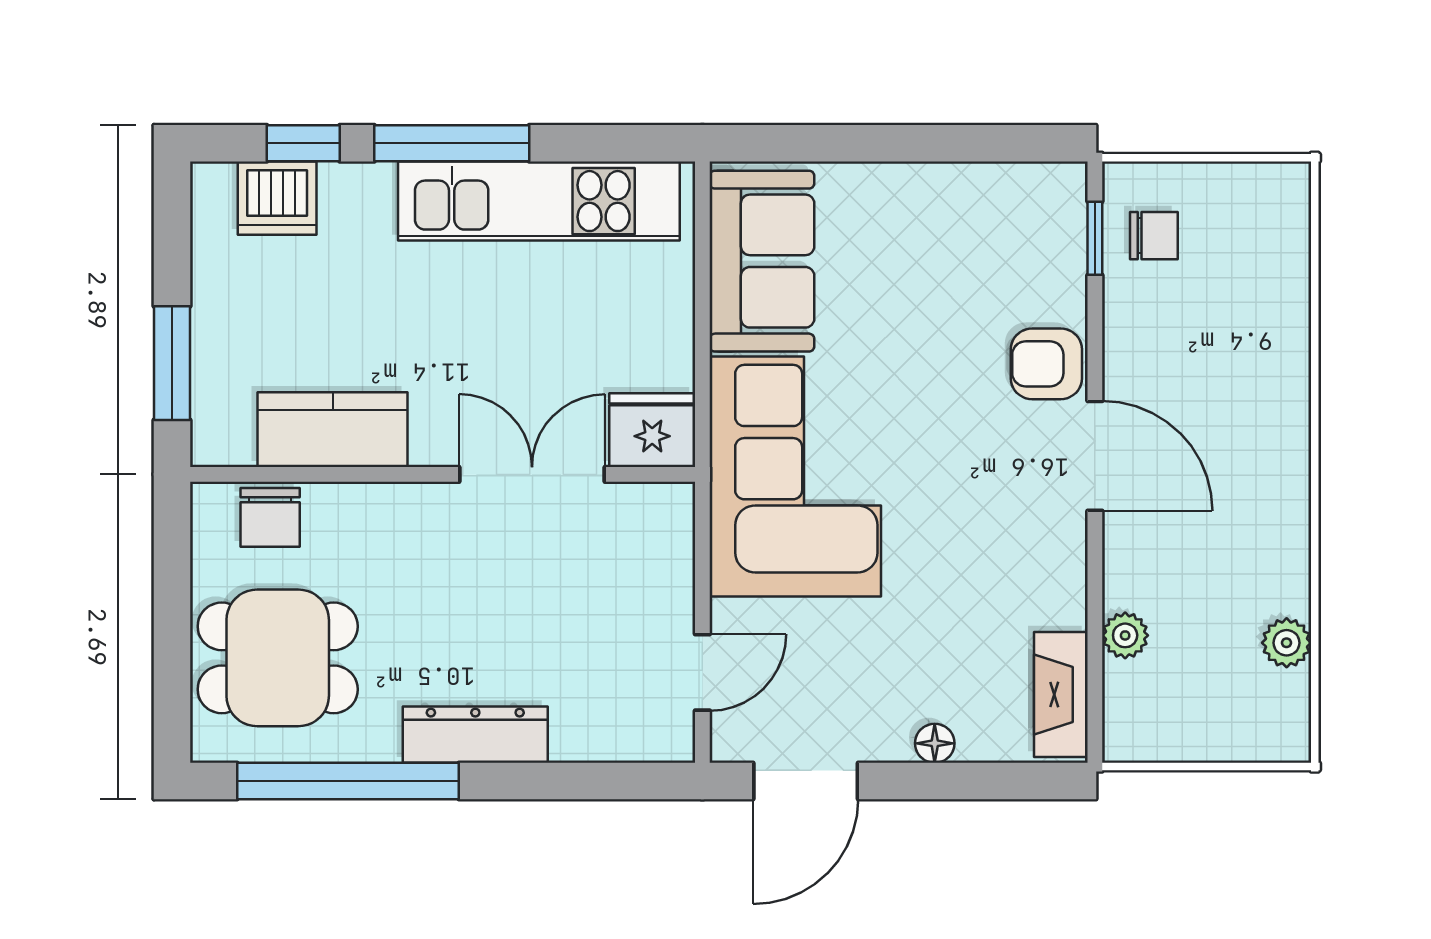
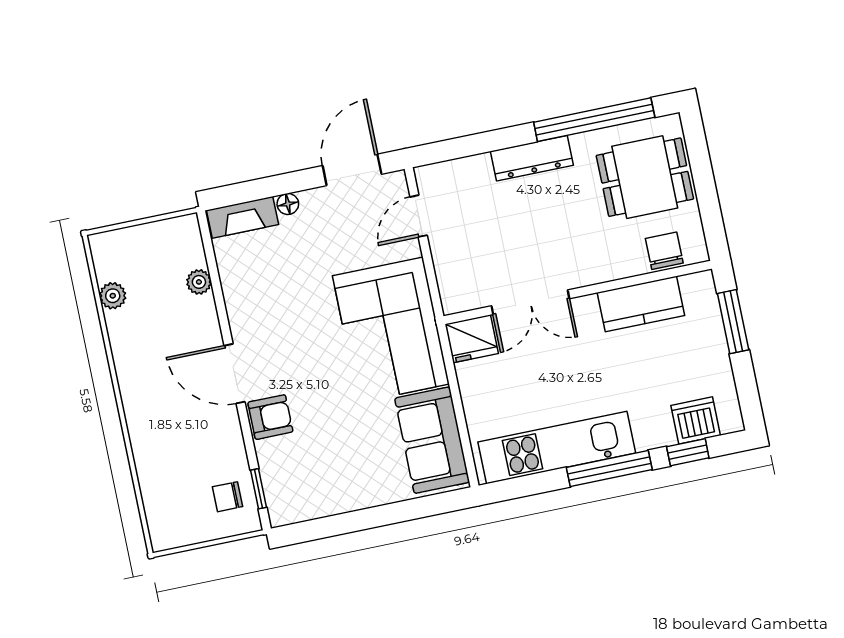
fireplace: (1061, 694) -> (243, 217), moved, turned 90

